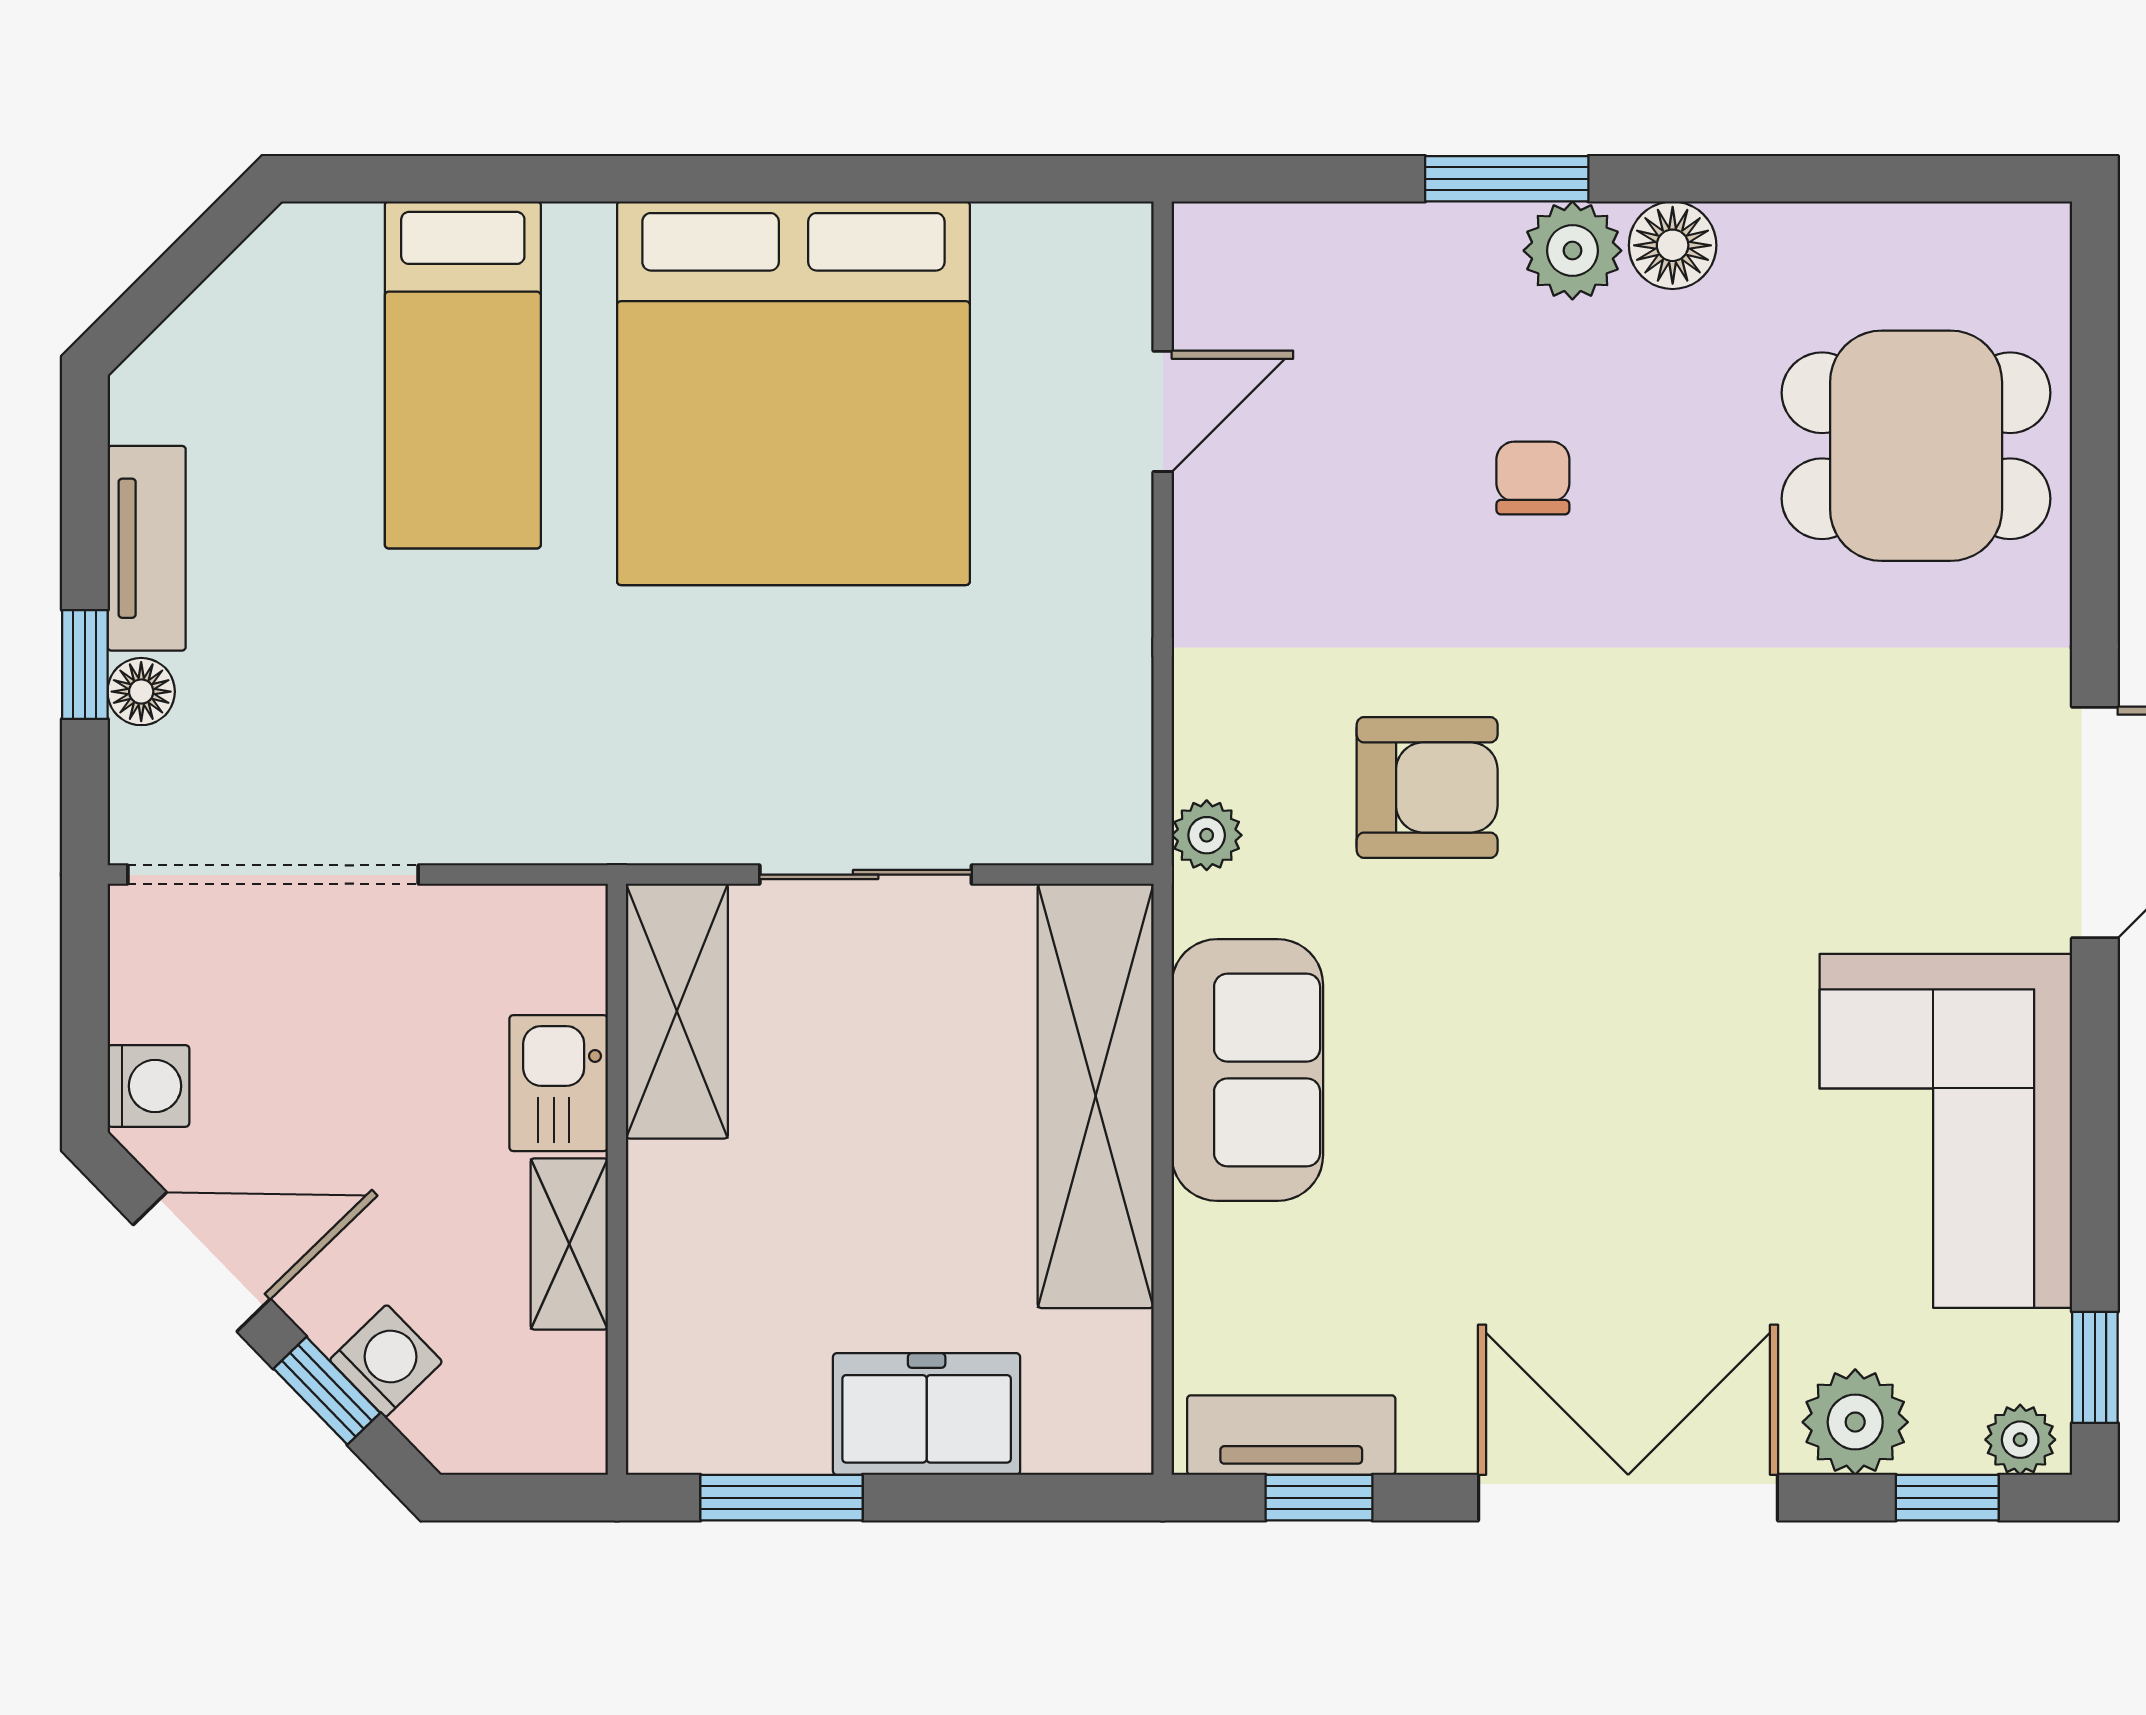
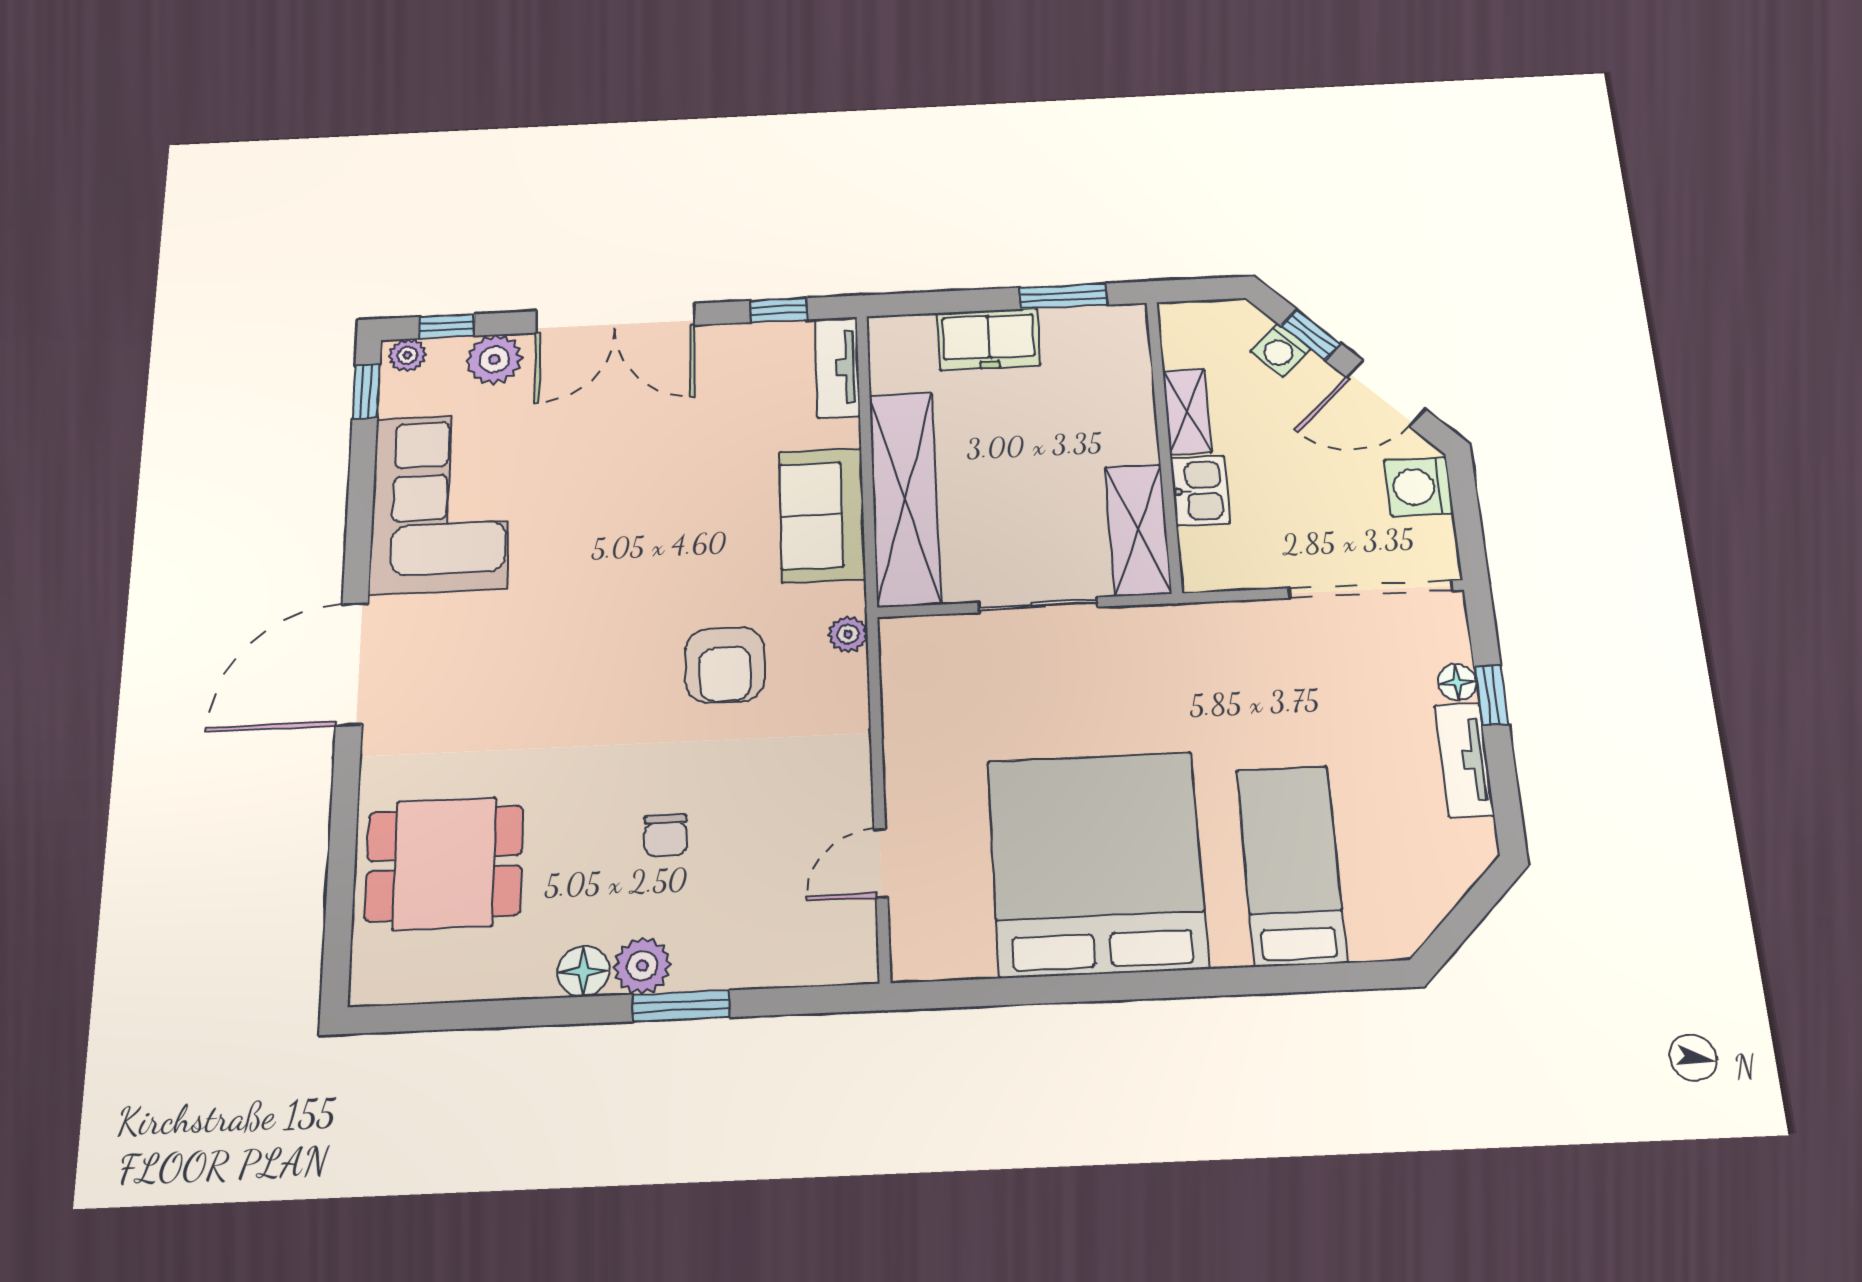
armchair: (1427, 787) -> (725, 665), turned -90
washing machine: (148, 1086) -> (1419, 487), width x1.38, depth x1.38
tv unit: (1291, 1435) -> (837, 367), moved, turned 90

